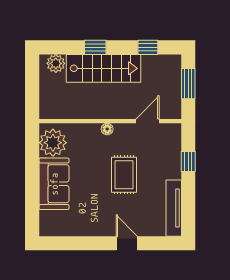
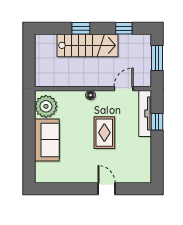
plant: (56, 63) -> (48, 41), removed
tv unit: (174, 208) -> (145, 113), moved

